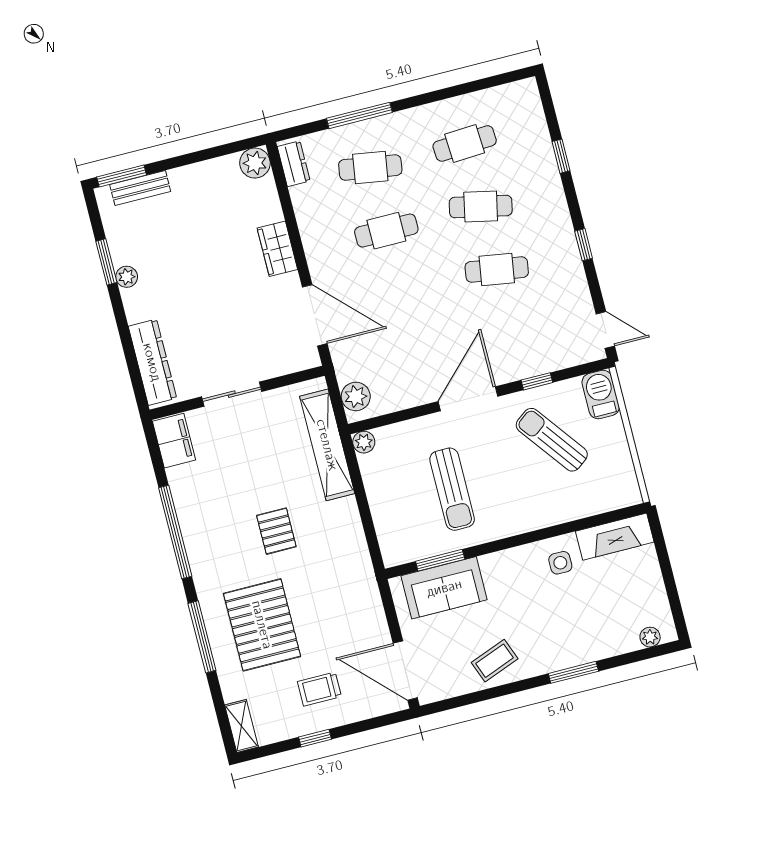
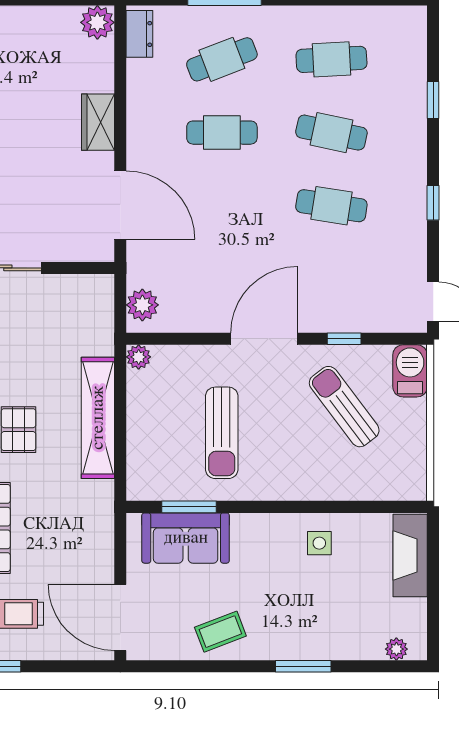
cafe table: (370, 168) -> (222, 59), turned -30
shelving: (327, 445) -> (98, 418), moved
fireplace: (615, 537) -> (410, 555), moved, turned 90

